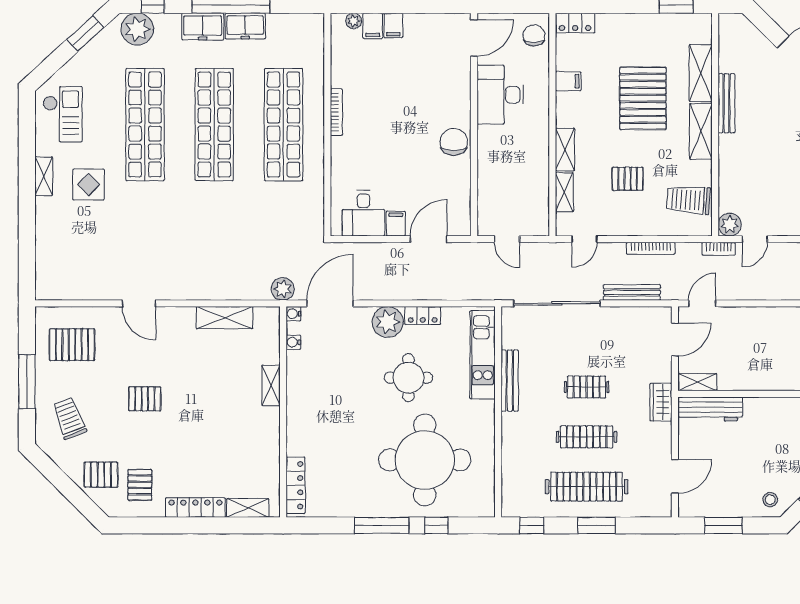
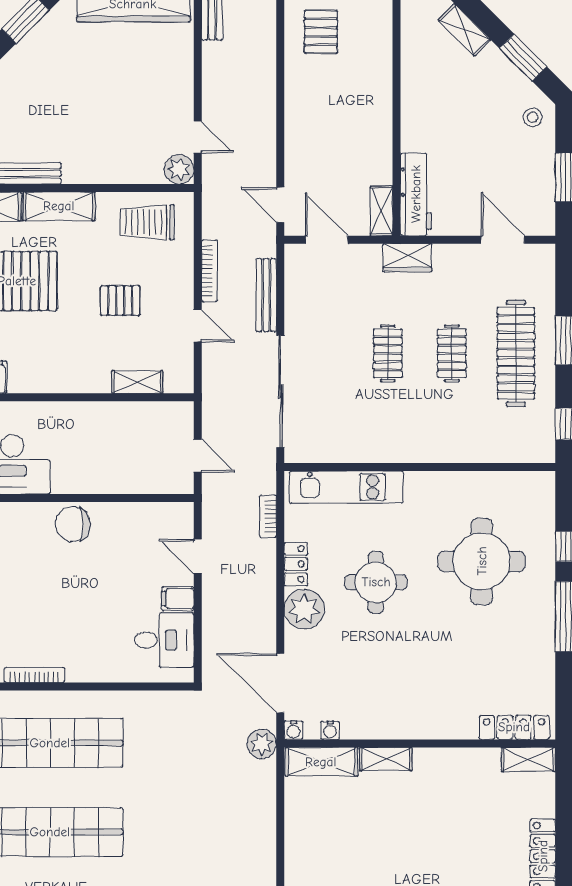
shelving: (565, 149) -> (82, 381), removed
pallet: (628, 179) -> (120, 301), turned 90
trolley: (689, 200) -> (147, 222), turned 86
door: (429, 239) -> (198, 556), width x0.73
door: (507, 239) -> (198, 456), hinge flipped
door: (584, 239) -> (198, 326), moved
bookcase: (719, 249) -> (268, 516), moved, turned 180
shelving: (224, 318) -> (321, 762), moved, turned 90
bench: (510, 381) -> (380, 452), removed
clothes rail: (587, 437) -> (452, 353), width x0.73
round table: (425, 460) -> (482, 561), width x0.73, depth x0.73
shelving: (248, 508) -> (528, 759), moved, turned 90

